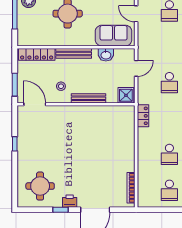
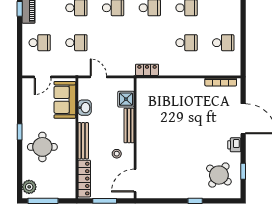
school desk: (169, 83) -> (76, 43), moved
window: (15, 85) -> (105, 201), moved
shower: (126, 95) -> (126, 99), moved
window: (15, 144) -> (195, 201), moved
round table: (40, 186) -> (219, 175), turned 37
window: (60, 210) -> (243, 171), moved

